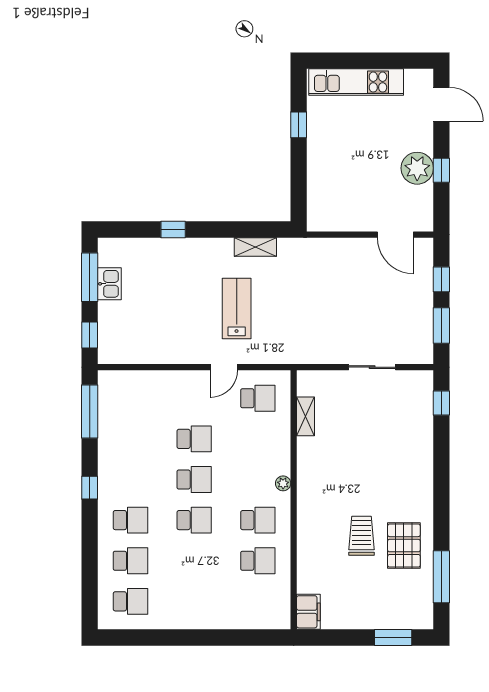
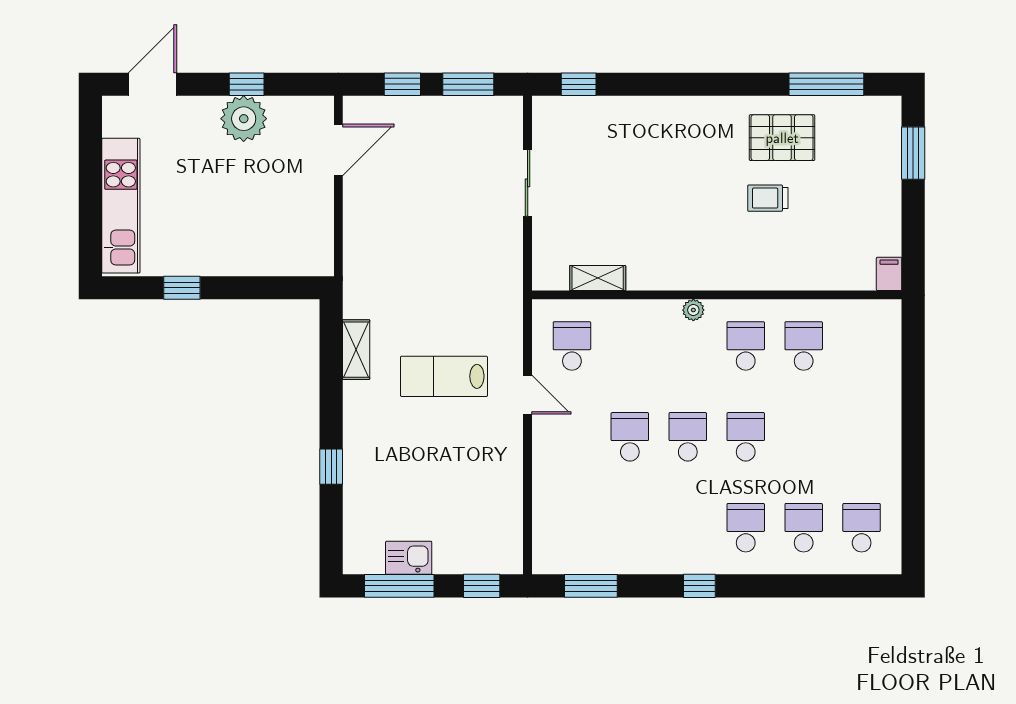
window: (90, 412) -> (591, 586), width x0.69
trolley: (362, 536) -> (768, 198), width x0.73, depth x0.72
filing cabinet: (308, 612) -> (889, 274), width x0.50

